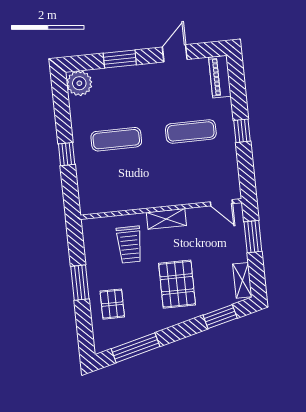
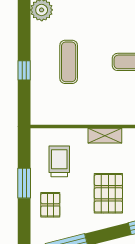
exercise mat: (116, 139) -> (69, 62), turned 90
trolley: (129, 245) -> (59, 161), moved, turned 180

